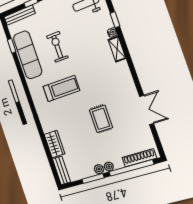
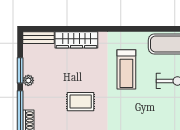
wardrobe: (54, 144) -> (76, 40), width x1.50
plant: (109, 167) -> (28, 92), removed

